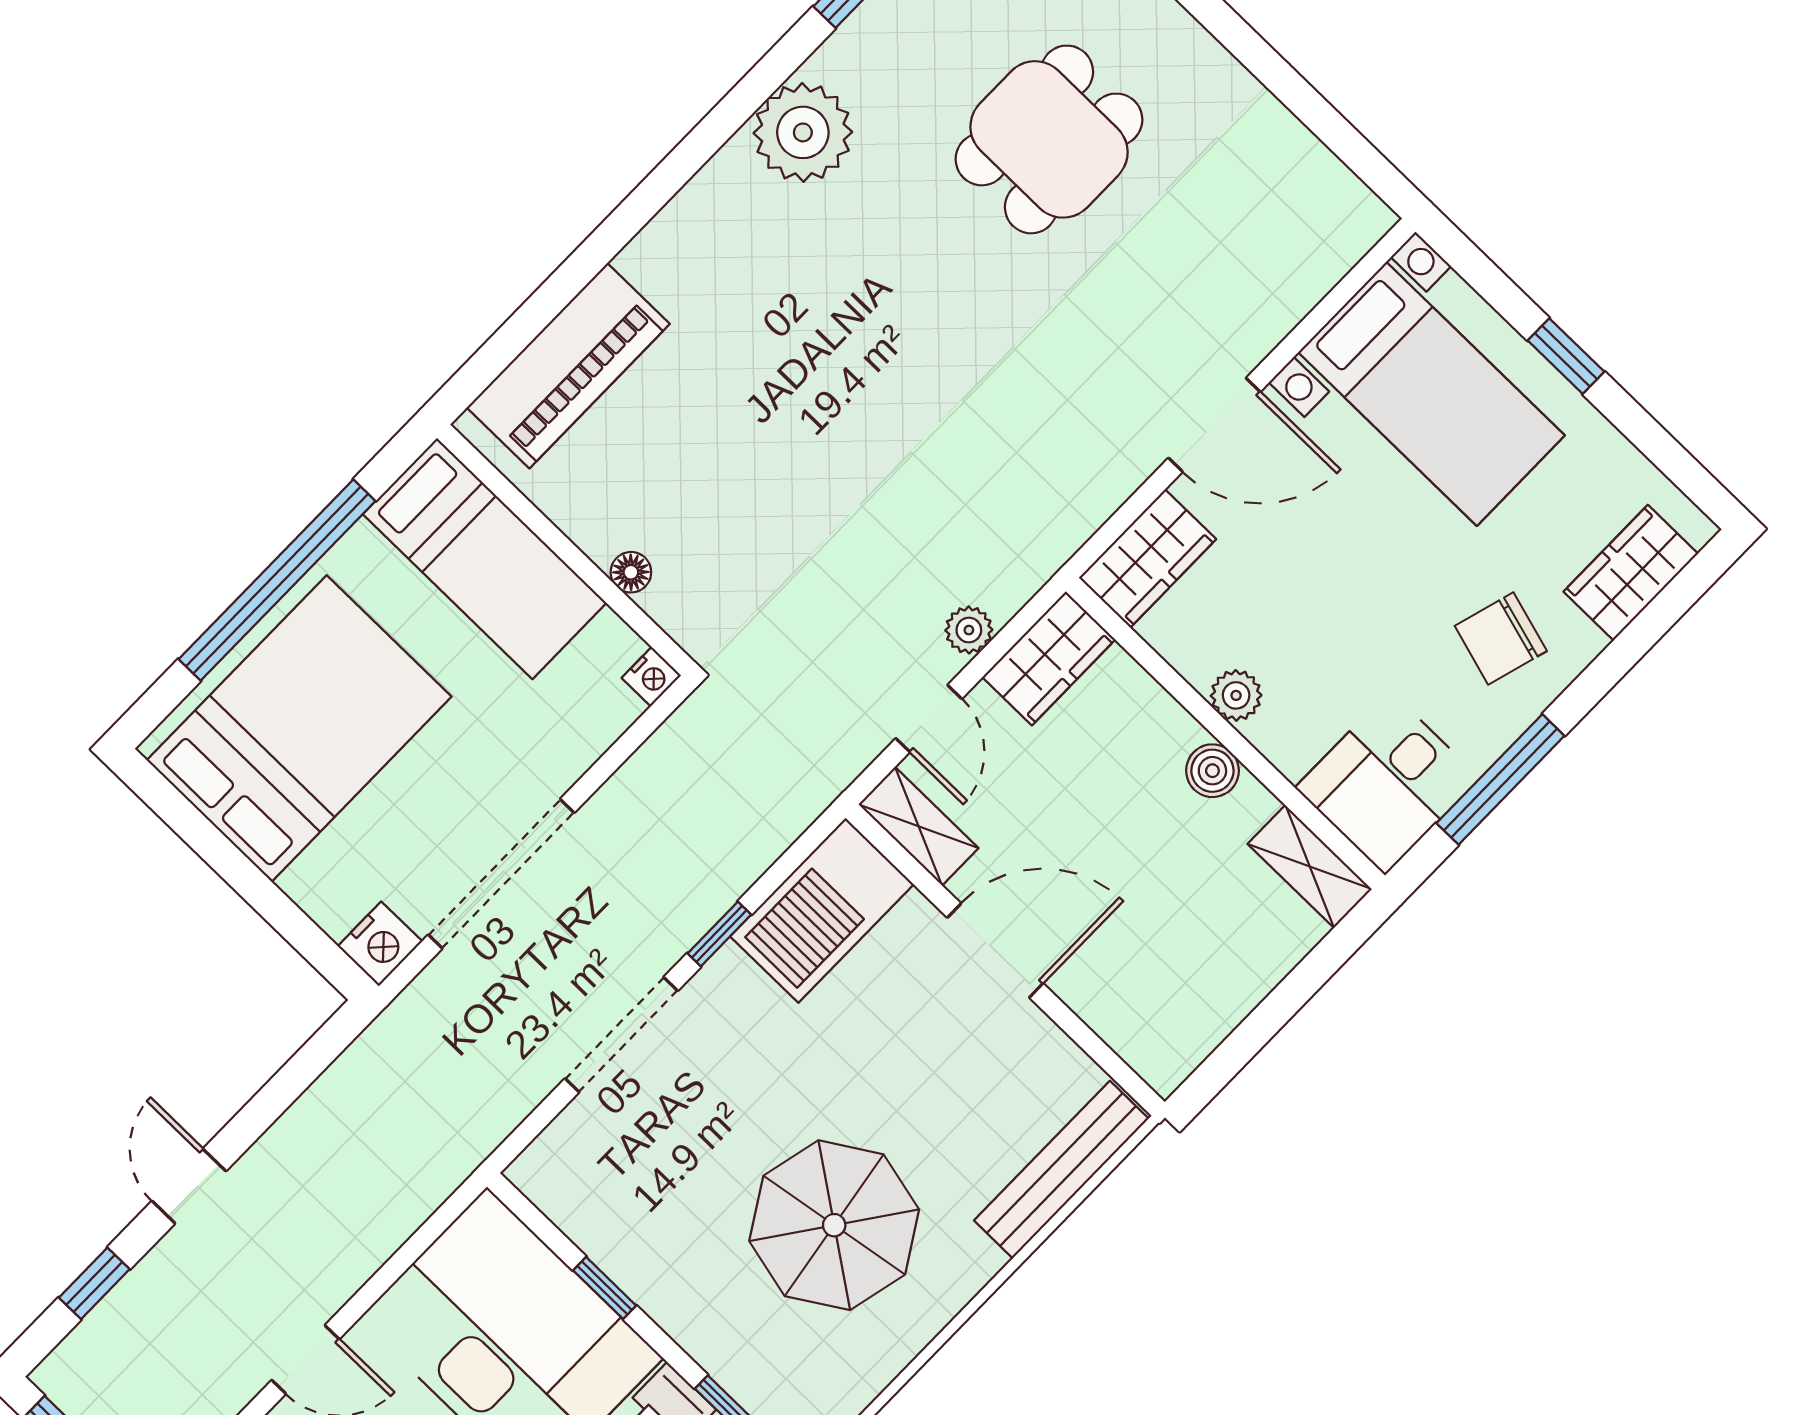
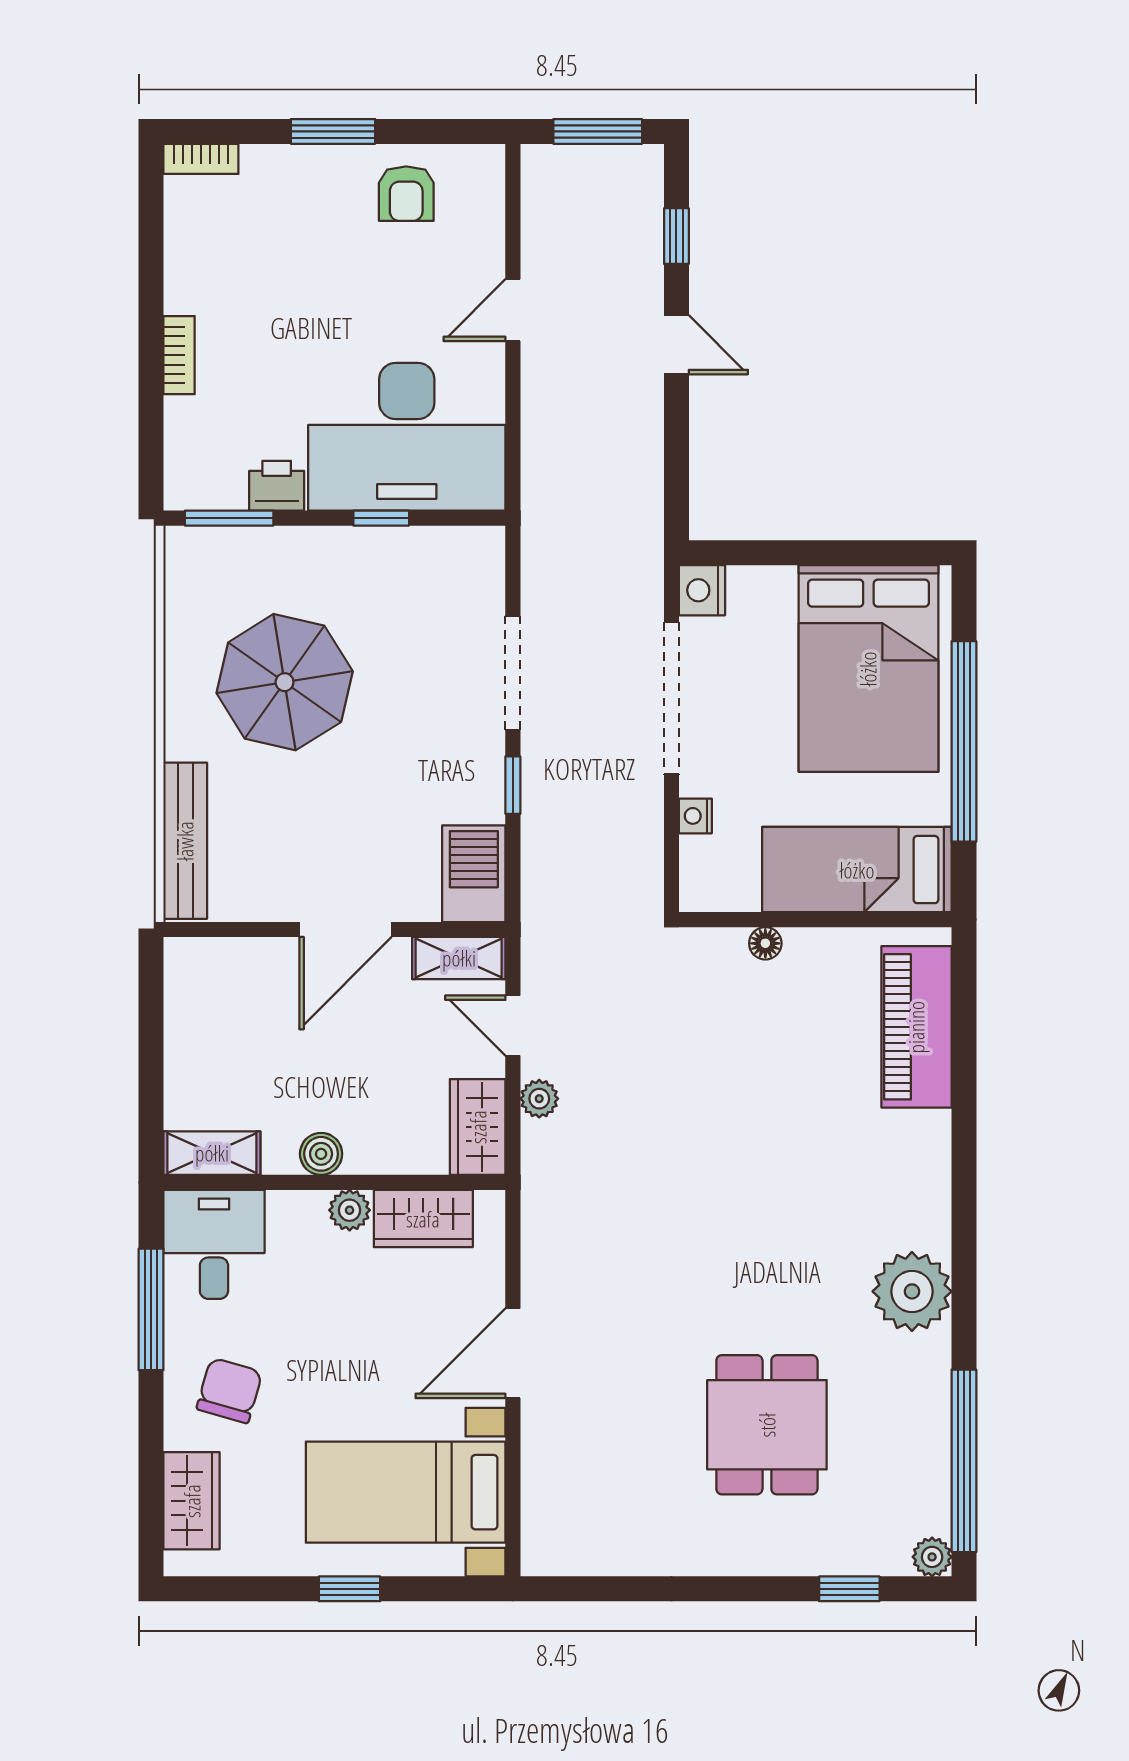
wardrobe: (1147, 558) -> (423, 1219), moved, turned -90
nightstand: (651, 677) -> (695, 816), moved
barbecue: (822, 910) -> (474, 874), width x0.73, depth x0.83

